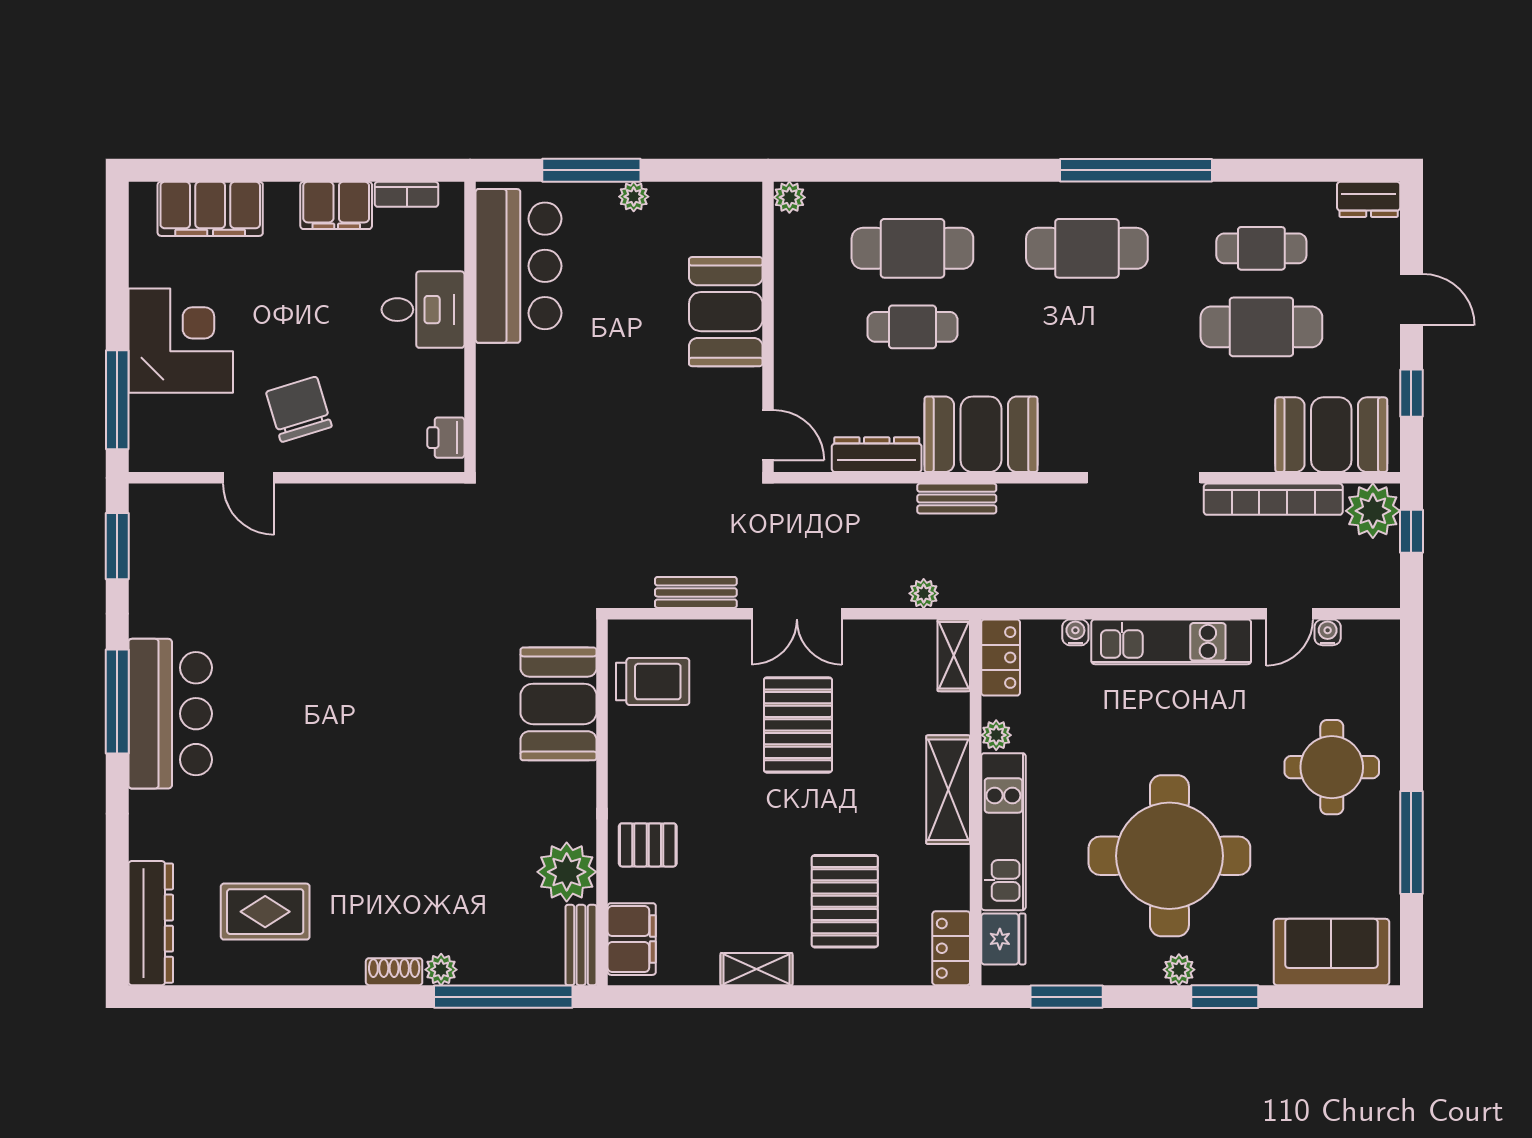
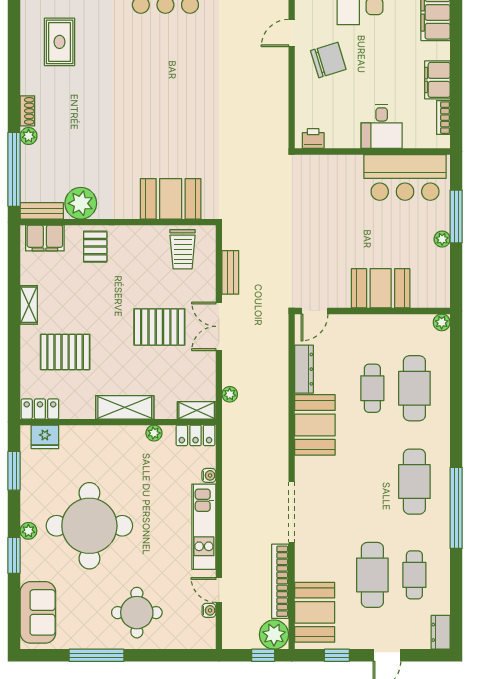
bench: (957, 499) -> (281, 412), removed
kitchen unit: (1003, 832) -> (102, 437), removed

